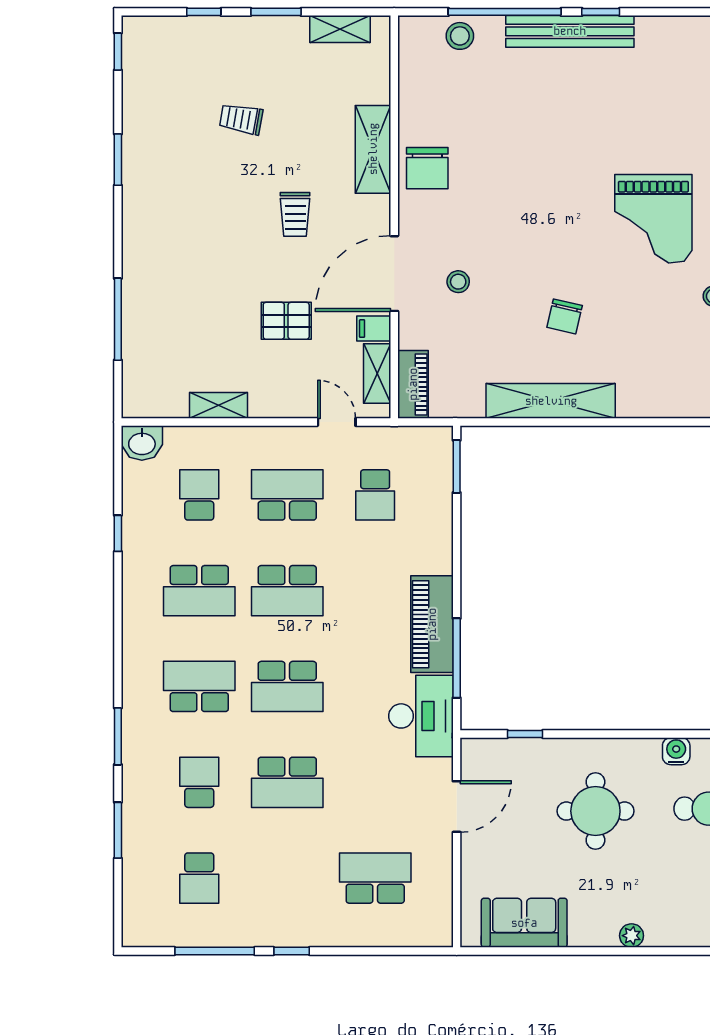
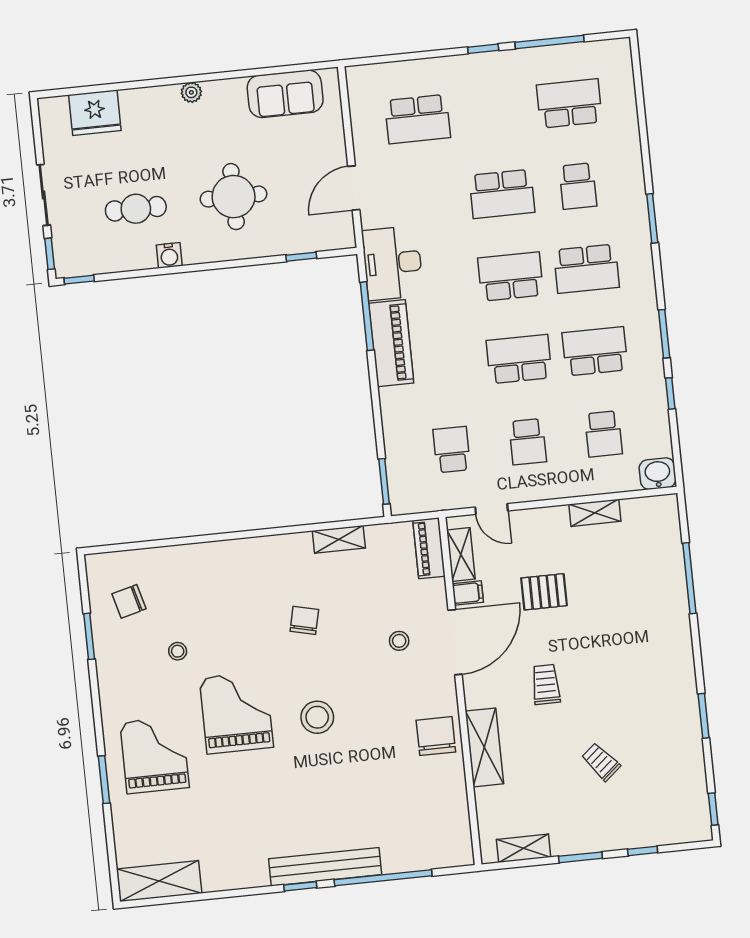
stool: (460, 36) -> (317, 717), moved, width x1.38, depth x1.38
trolley: (241, 119) -> (601, 762), turned -140
shelving: (551, 401) -> (339, 539), width x0.45, depth x0.75
school desk: (287, 495) -> (528, 442), width x0.54
school desk: (287, 782) -> (502, 194), turned 180
window: (118, 830) -> (664, 334), moved
school desk: (199, 878) -> (569, 103), width x1.85

